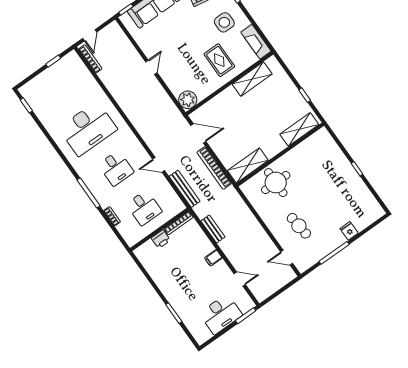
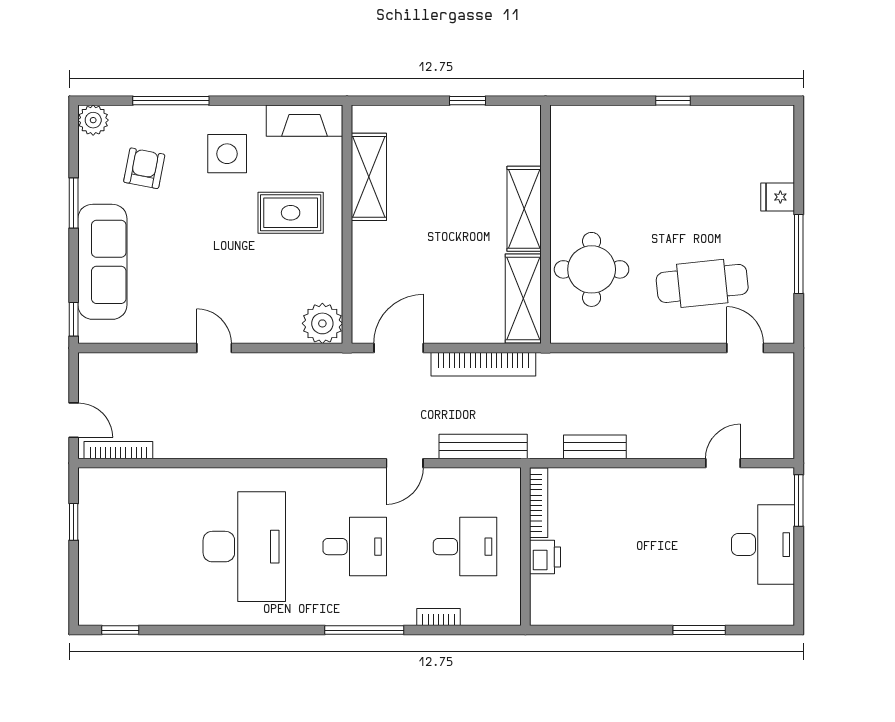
shelving: (299, 129) -> (524, 209), moved
cafe table: (299, 226) -> (702, 283), width x1.37, depth x1.35
filing cabinet: (213, 258) -> (649, 484), removed
door: (287, 258) -> (745, 348), swing flipped

